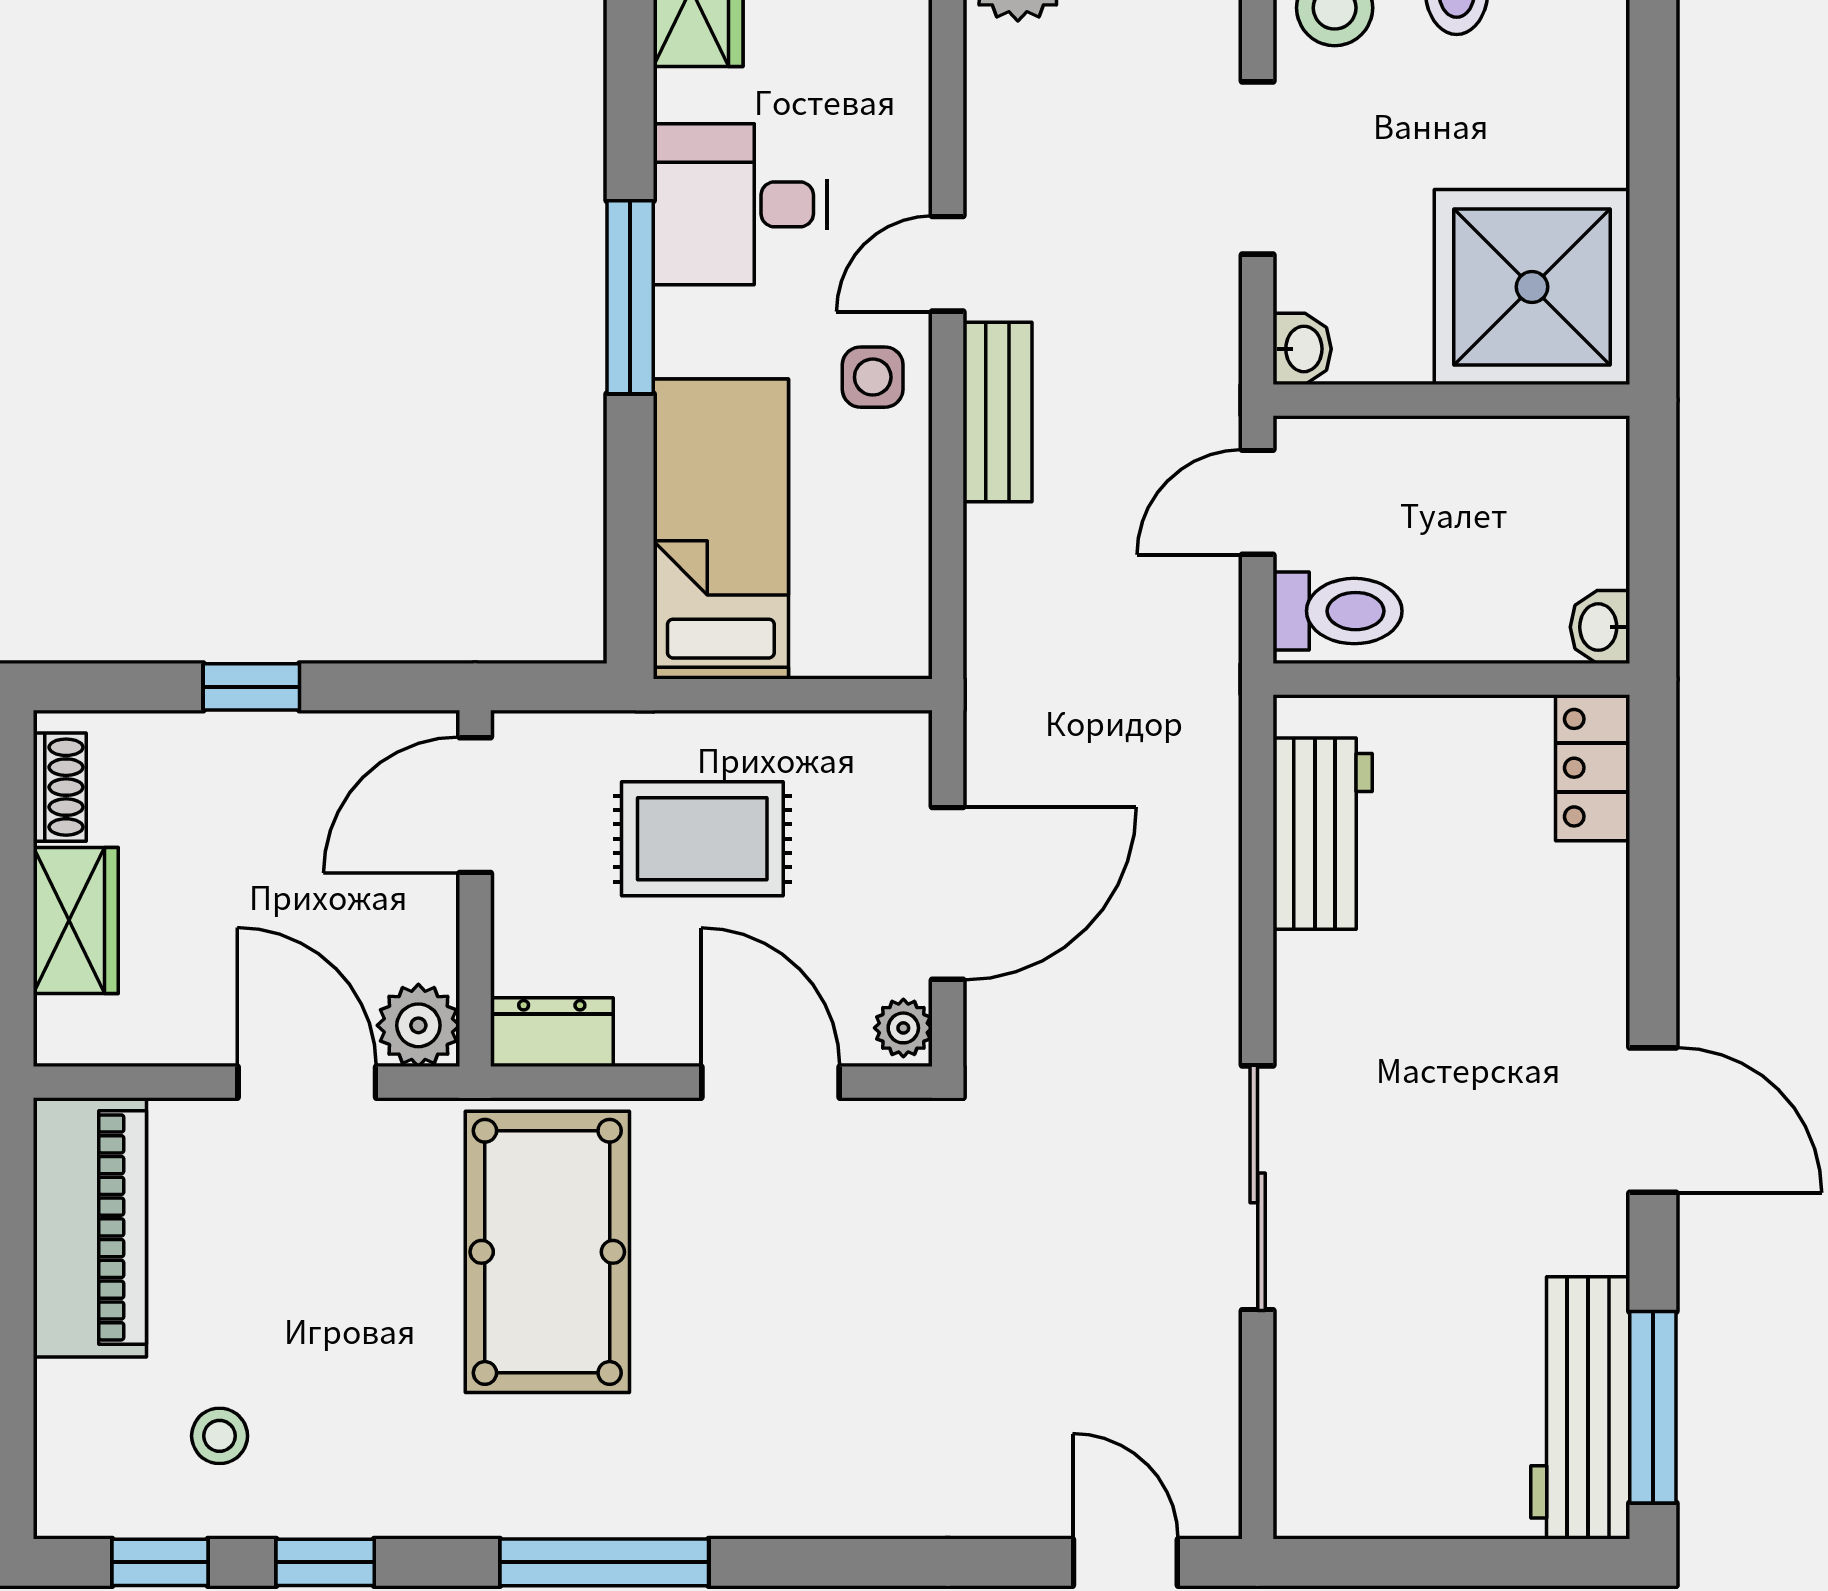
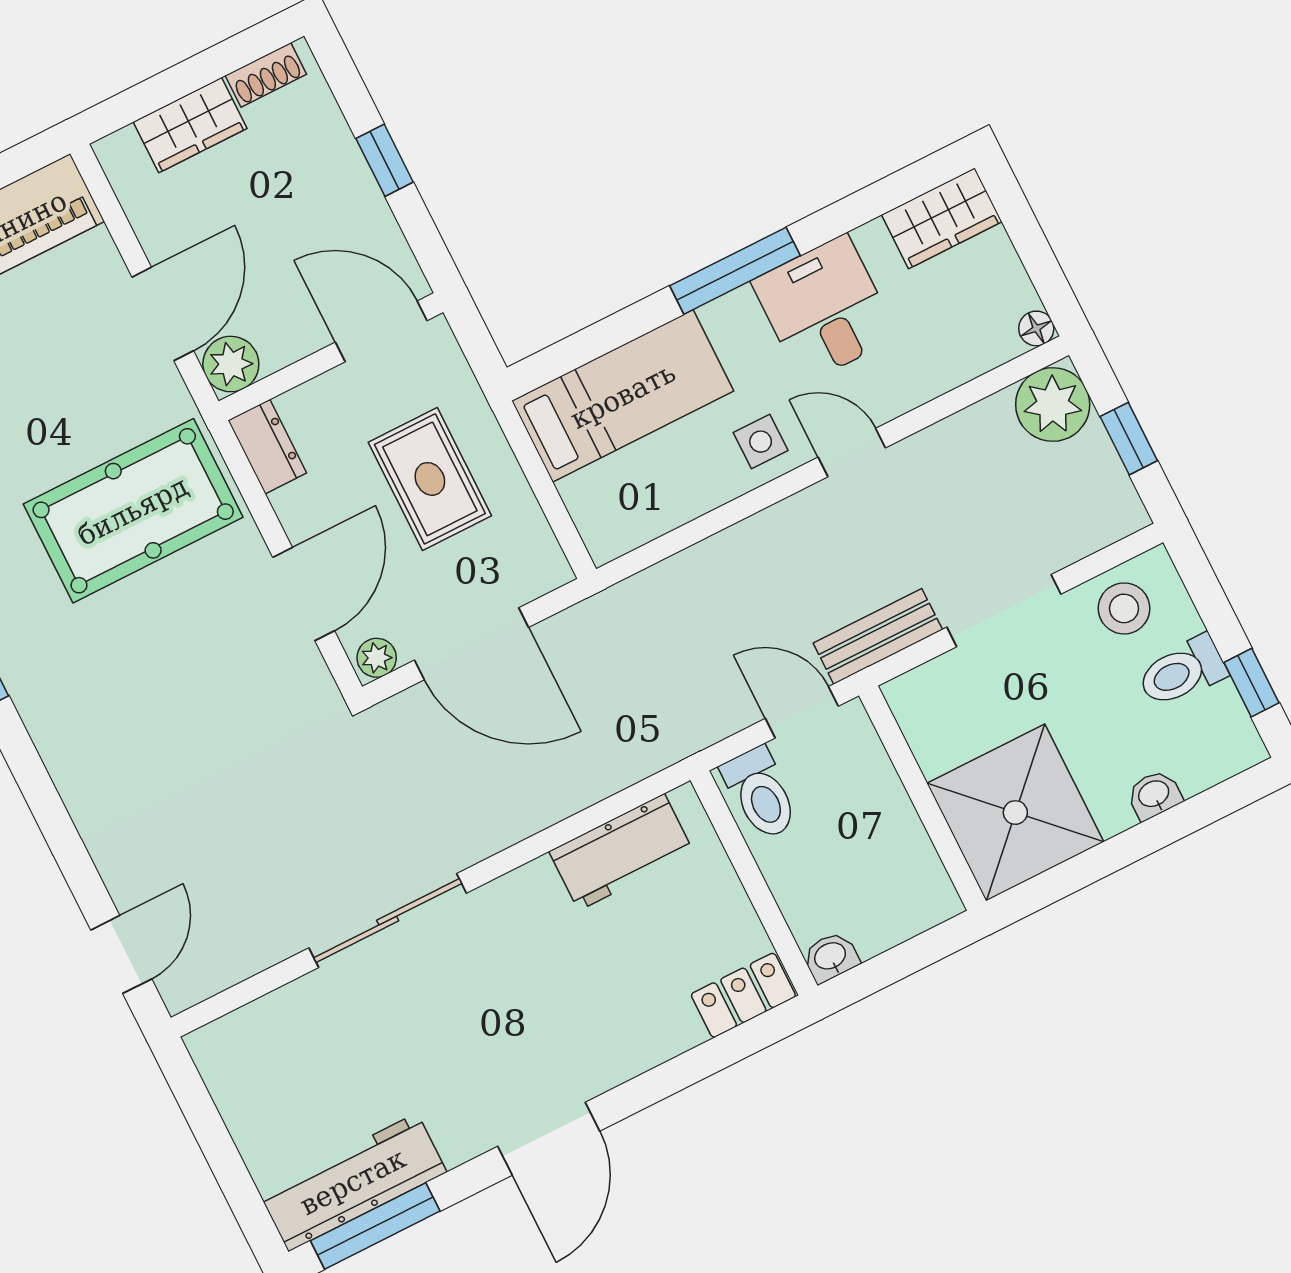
washbasin: (1302, 349) -> (1154, 795), moved, turned 180
bench: (998, 412) -> (878, 636), moved

